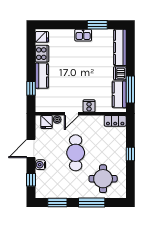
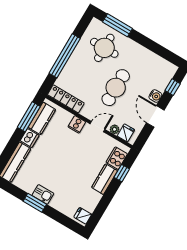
window: (97, 25) -> (35, 203), moved
cooker: (42, 54) -> (117, 158), moved
locker: (115, 121) -> (66, 99), width x1.53
door: (31, 149) -> (155, 116), swing flipped
window: (130, 154) -> (65, 56), width x3.17
window: (57, 203) -> (161, 51), removed
window: (92, 203) -> (117, 25), moved

